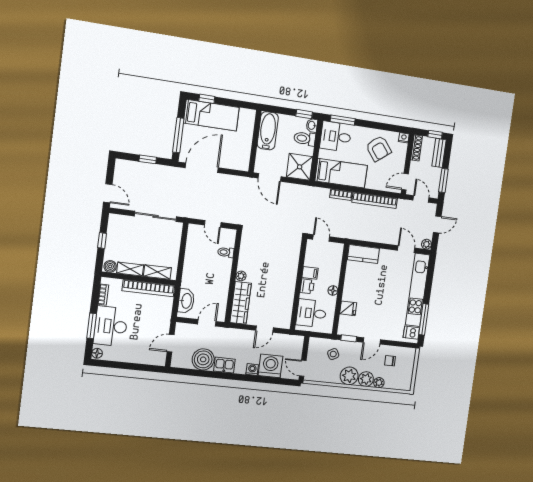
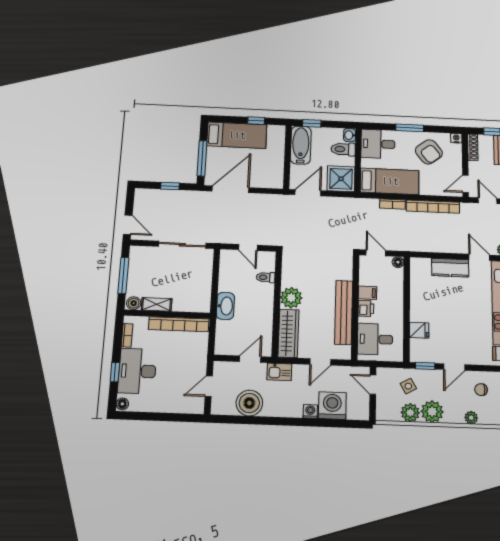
window: (207, 99) -> (256, 121), moved
window: (304, 114) -> (312, 123), moved
window: (343, 120) -> (410, 128), moved
door: (270, 177) -> (308, 193), swing flipped
window: (102, 240) -> (123, 275), width x2.17
kitchen counter: (363, 254) -> (450, 268), moved
shelving: (157, 272) -> (188, 305), removed
plant: (241, 276) -> (291, 298), width x1.88, depth x1.88
bench: (288, 288) -> (344, 312), added
floor lamp: (333, 291) -> (398, 262), moved
washbasin: (186, 301) -> (225, 306), moved
window: (92, 326) -> (115, 372), width x0.67
kitchen sink: (224, 365) -> (279, 372), moved, turned 180
door: (303, 368) -> (373, 385), moved
plant: (366, 379) -> (410, 413), moved

